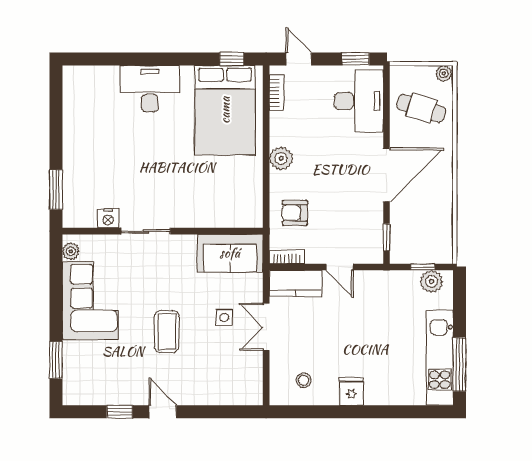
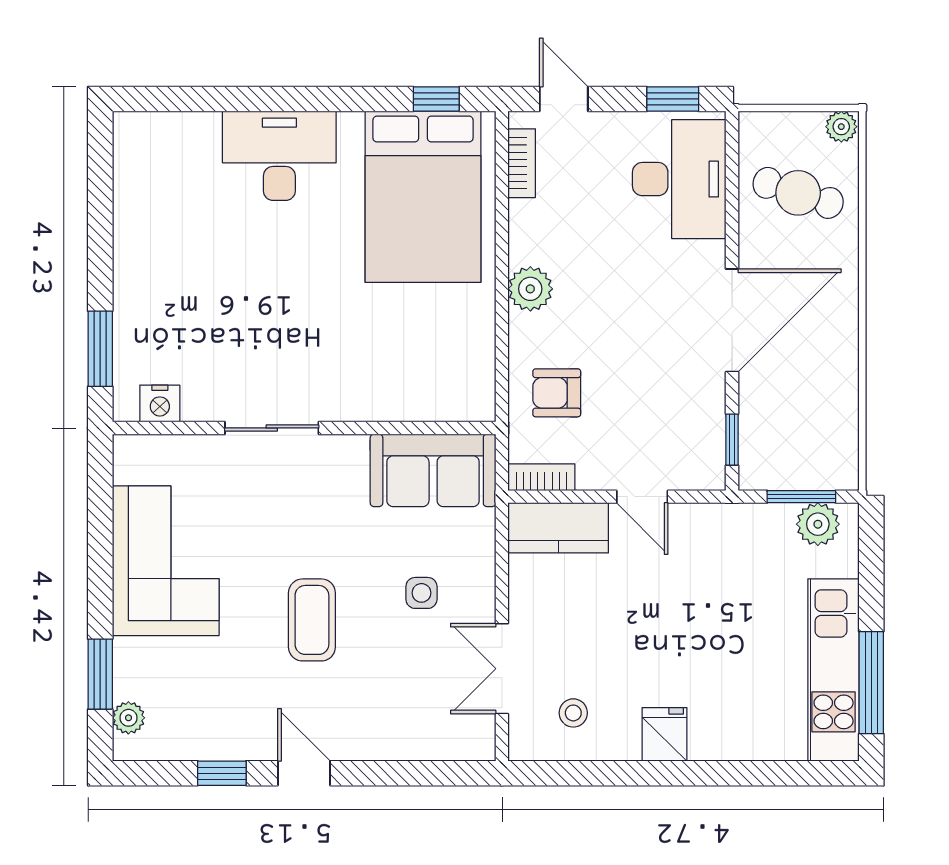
nightstand: (108, 218) -> (160, 404), moved
plant: (71, 251) -> (128, 718), moved
window: (423, 267) -> (801, 497), width x1.50
double door: (266, 327) -> (502, 669), moved

